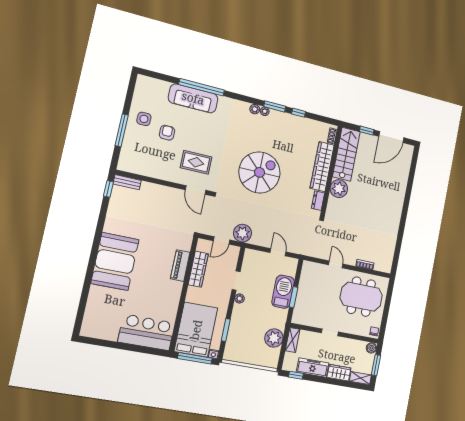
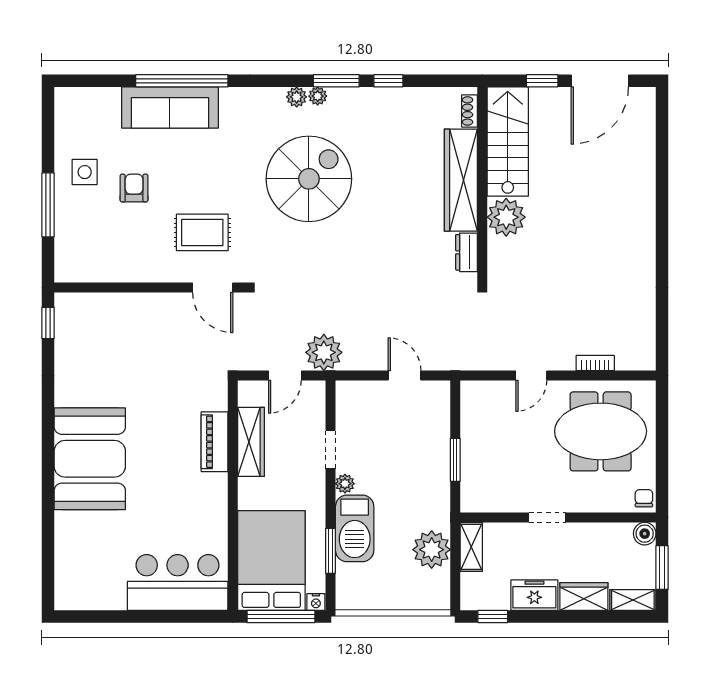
spiral stairs: (260, 172) -> (309, 179), moved
bench: (127, 182) -> (80, 302), removed
door: (336, 264) -> (531, 376), swing flipped
barbecue: (283, 292) -> (355, 528), moved, turned 180
freezer: (313, 368) -> (534, 595), width x0.71

